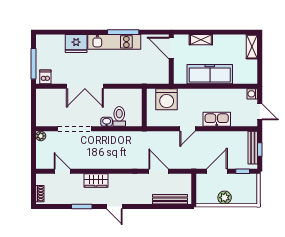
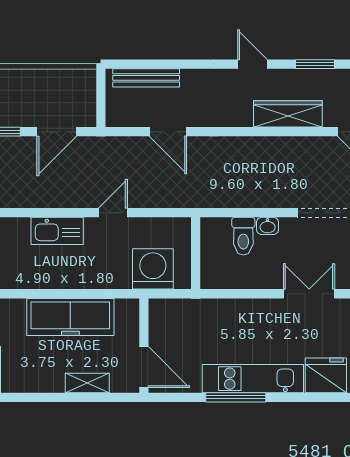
double door: (85, 86) -> (309, 294), width x0.73
wardrobe: (96, 180) -> (288, 114), width x1.50
plant: (225, 198) -> (42, 81), removed

